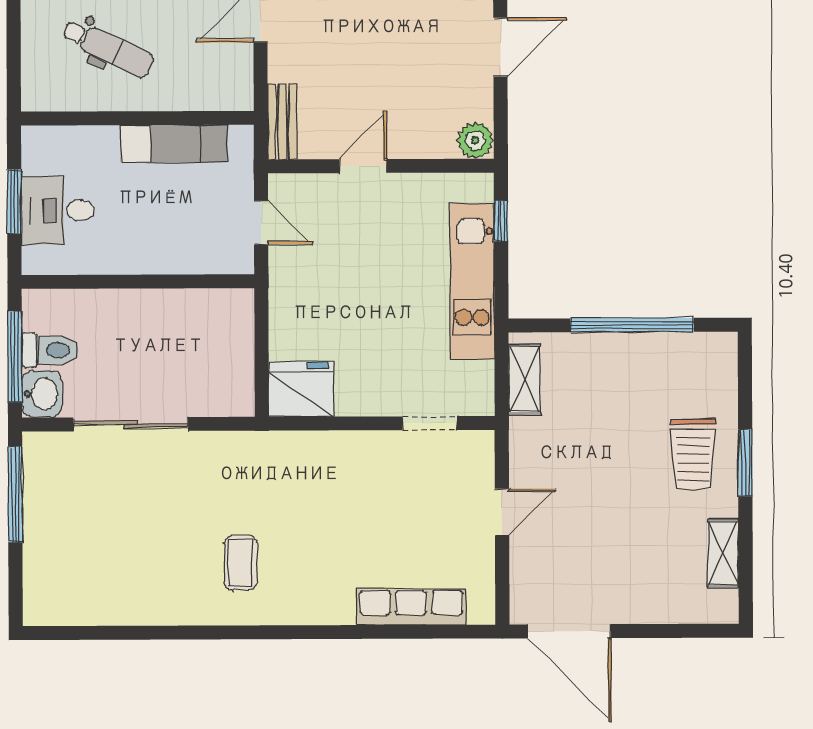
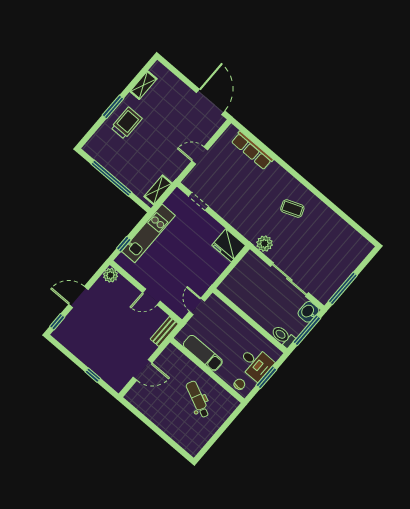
chair: (54, 145) -> (239, 384), added
toilet: (50, 350) -> (283, 336), moved
plant: (236, 451) -> (264, 244), added
coffee table: (241, 563) -> (292, 208), turned 69

